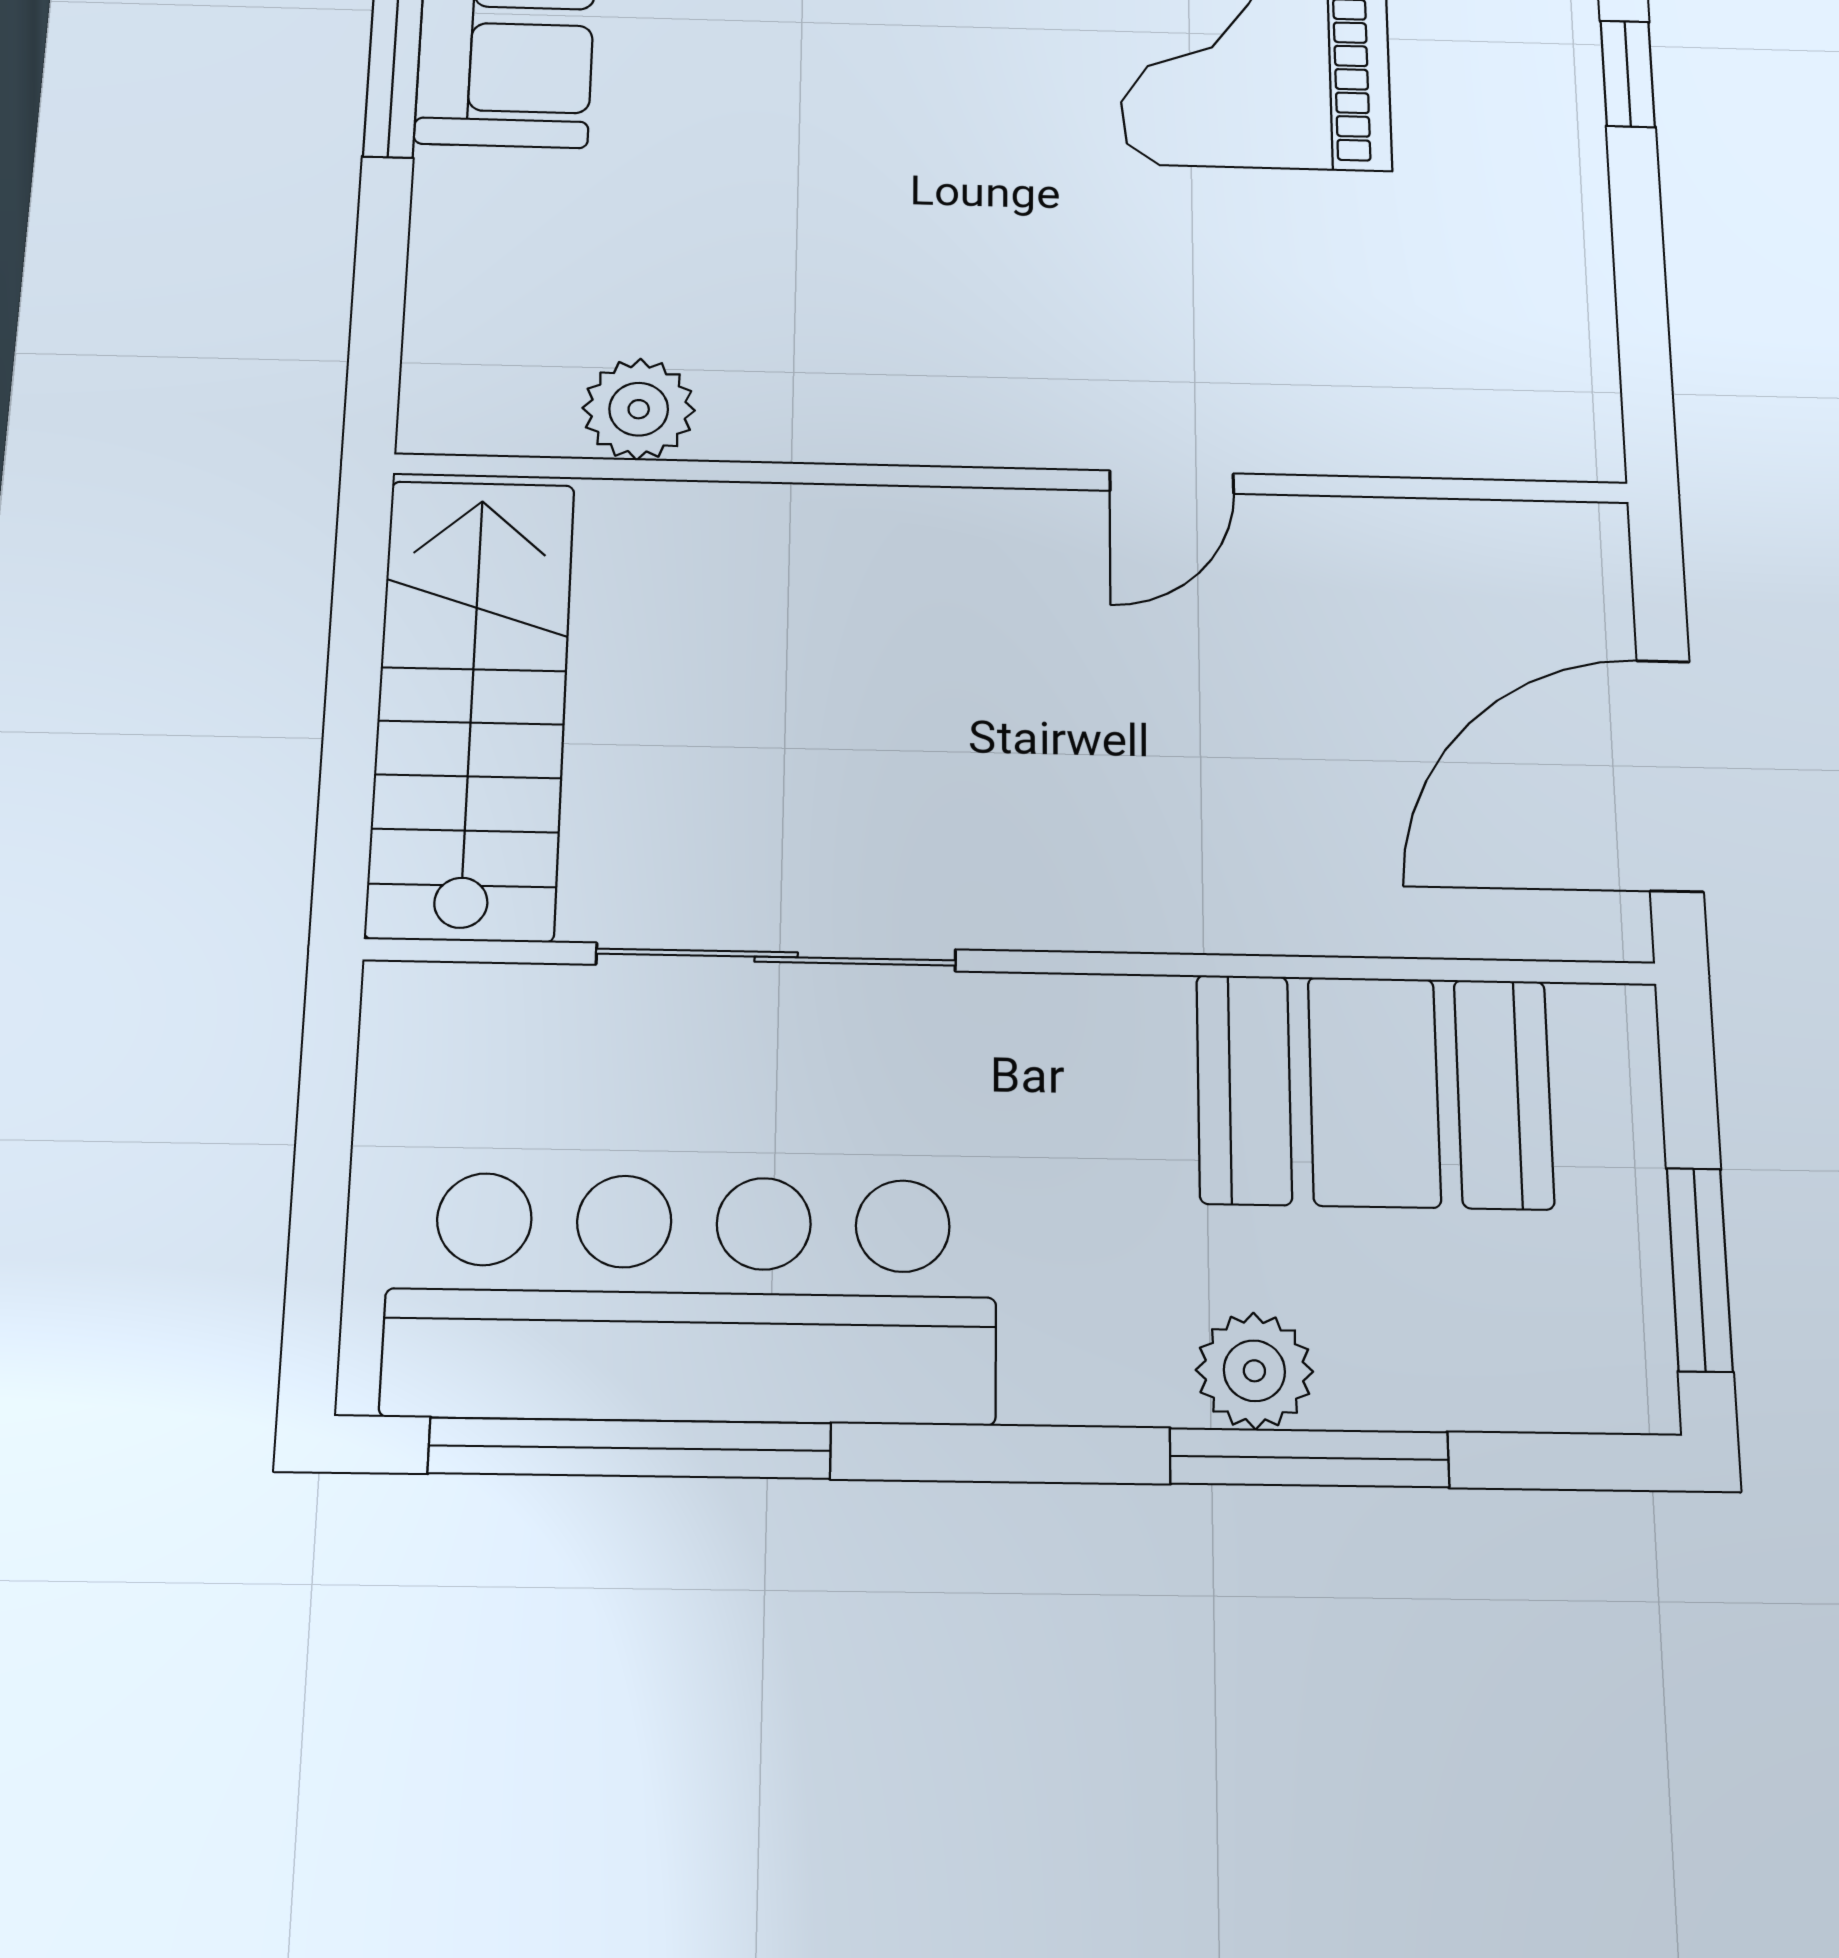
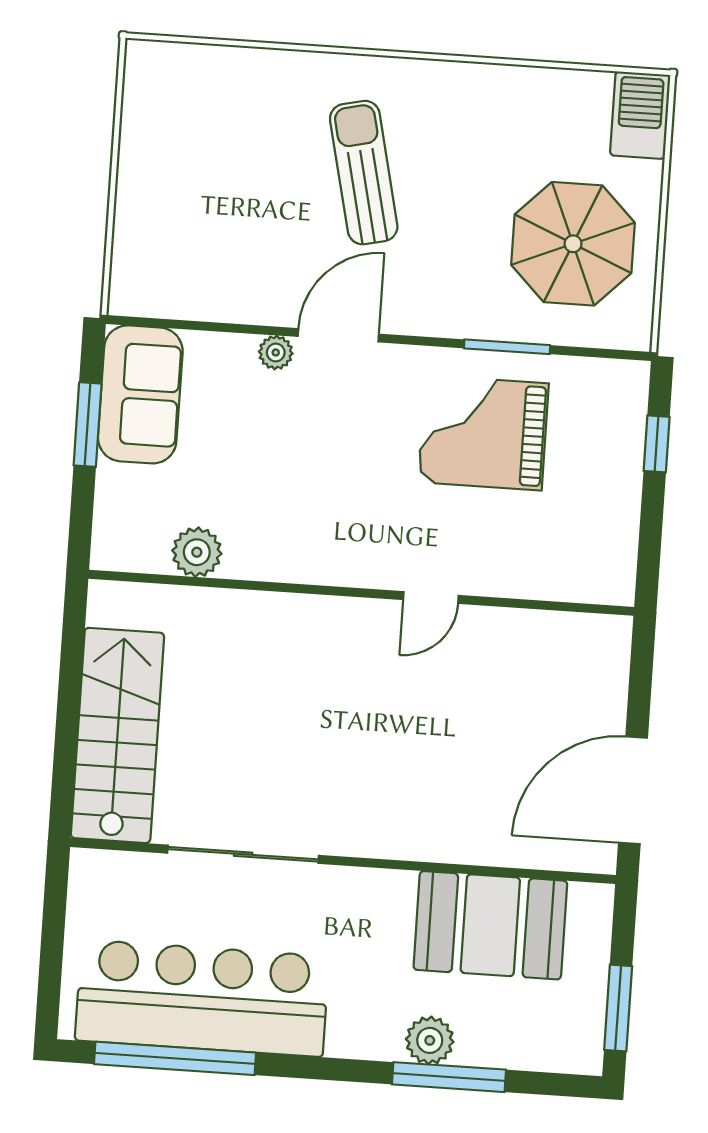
plant: (639, 409) -> (197, 552), moved
wall: (1014, 478) -> (361, 593), moved
door: (1172, 482) -> (431, 598), moved

